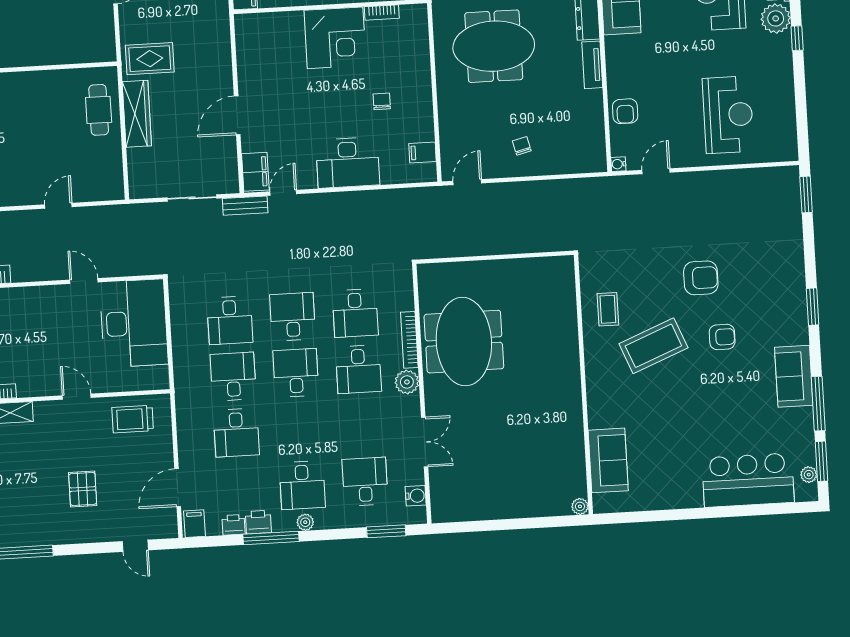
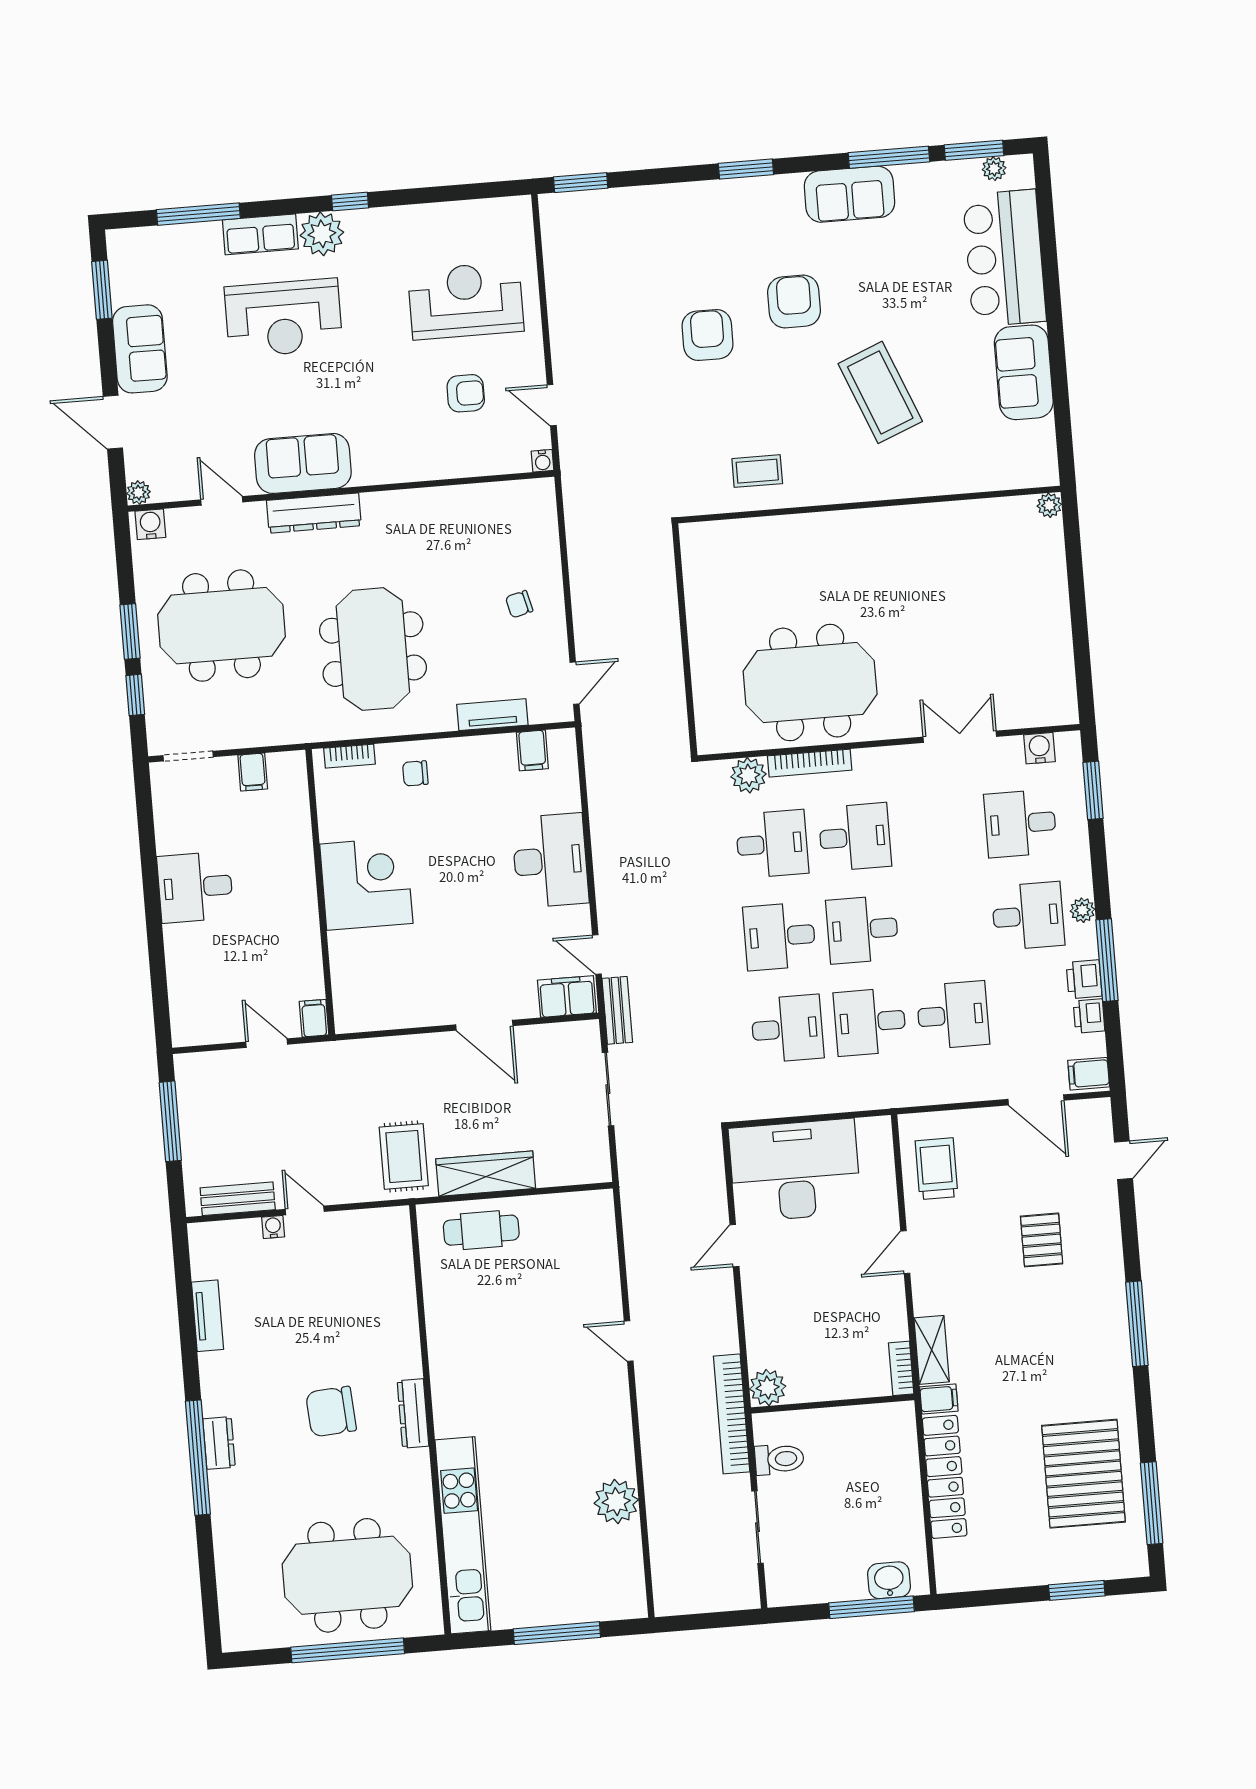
bookcase: (382, 12) -> (349, 756), moved, turned 90
tv unit: (592, 65) -> (492, 715), moved, turned 180
chair: (382, 101) -> (415, 773), moved
armchair: (625, 111) -> (466, 393), moved
door: (467, 182) -> (575, 683), swing flipped
door: (58, 206) -> (629, 1341), moved
armchair: (722, 337) -> (794, 301), width x1.38, depth x1.38
coffee table: (653, 346) -> (880, 392), moved
plant: (407, 382) -> (748, 775), moved
trolley: (133, 419) -> (936, 1169), turned 180
sofa: (608, 460) -> (1024, 372), moved, turned -90
pallet: (83, 489) -> (1042, 1240), turned 90

